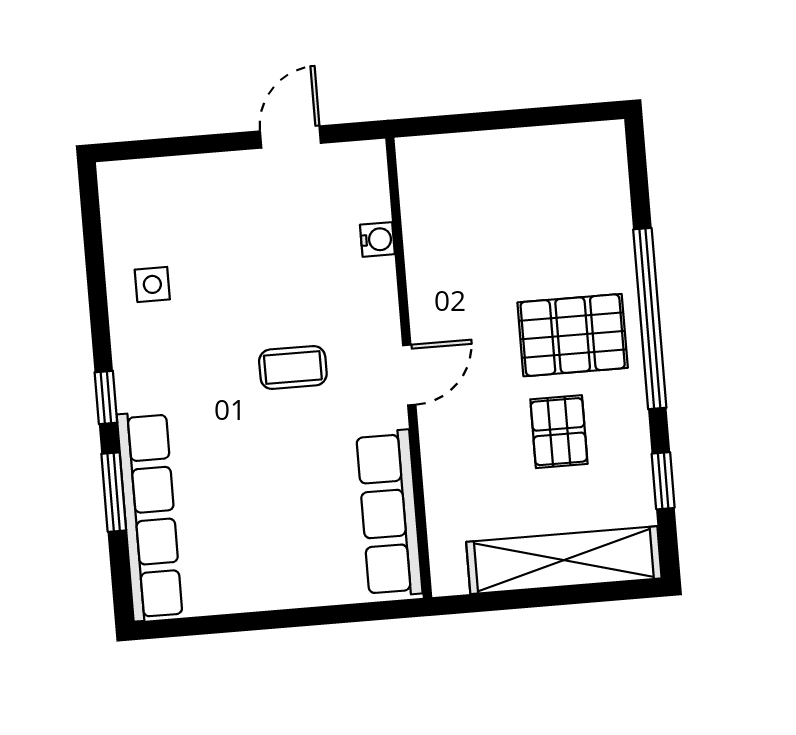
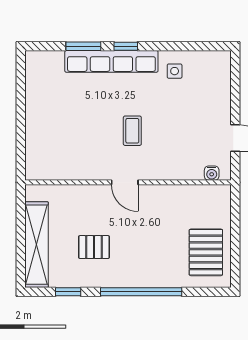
water cooler: (377, 239) -> (212, 173), moved
pallet: (573, 335) -> (206, 252), moved
row of seats: (389, 513) -> (64, 168), removed
row of seats: (150, 516) -> (111, 61), moved

